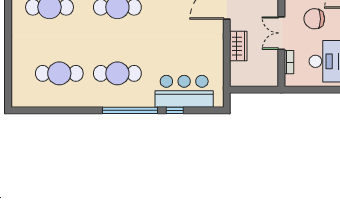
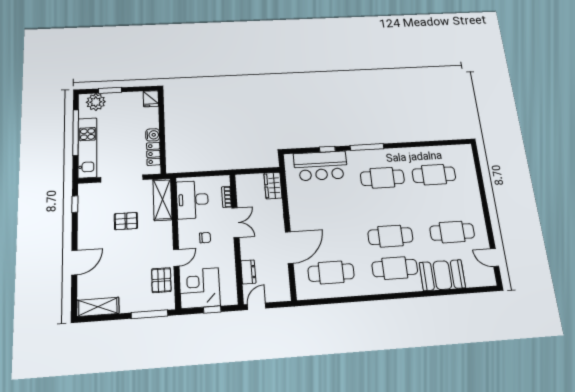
chair: (314, 19) -> (205, 238), width x0.54, depth x0.54
wardrobe: (238, 46) -> (273, 186), moved
window: (130, 110) -> (367, 147), width x0.68

